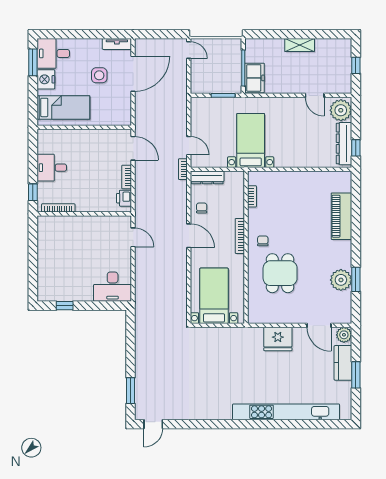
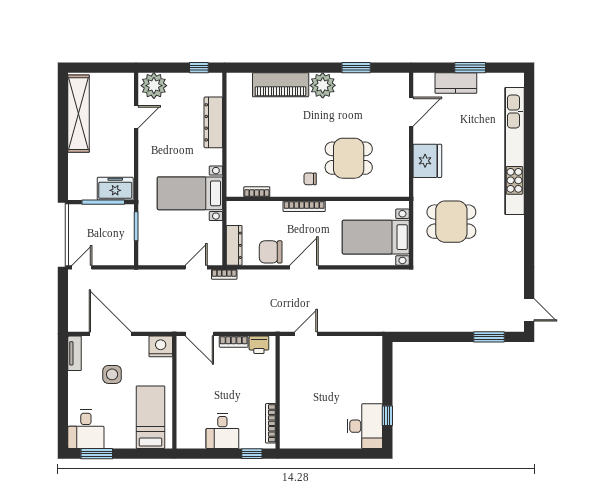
shelving: (300, 45) -> (79, 114), width x2.20, depth x1.33
window: (356, 65) -> (100, 68), removed
nightstand: (46, 79) -> (161, 346), moved, turned 180
dresser: (344, 144) -> (213, 122), moved, turned 90
door: (133, 148) -> (199, 334), swing flipped
chair: (202, 208) -> (271, 252), width x1.87, depth x1.87
plant: (341, 280) -> (323, 85), moved
desk: (113, 287) -> (365, 426), moved
plant: (344, 335) -> (422, 82), removed
dining table: (227, 359) -> (451, 222), added

